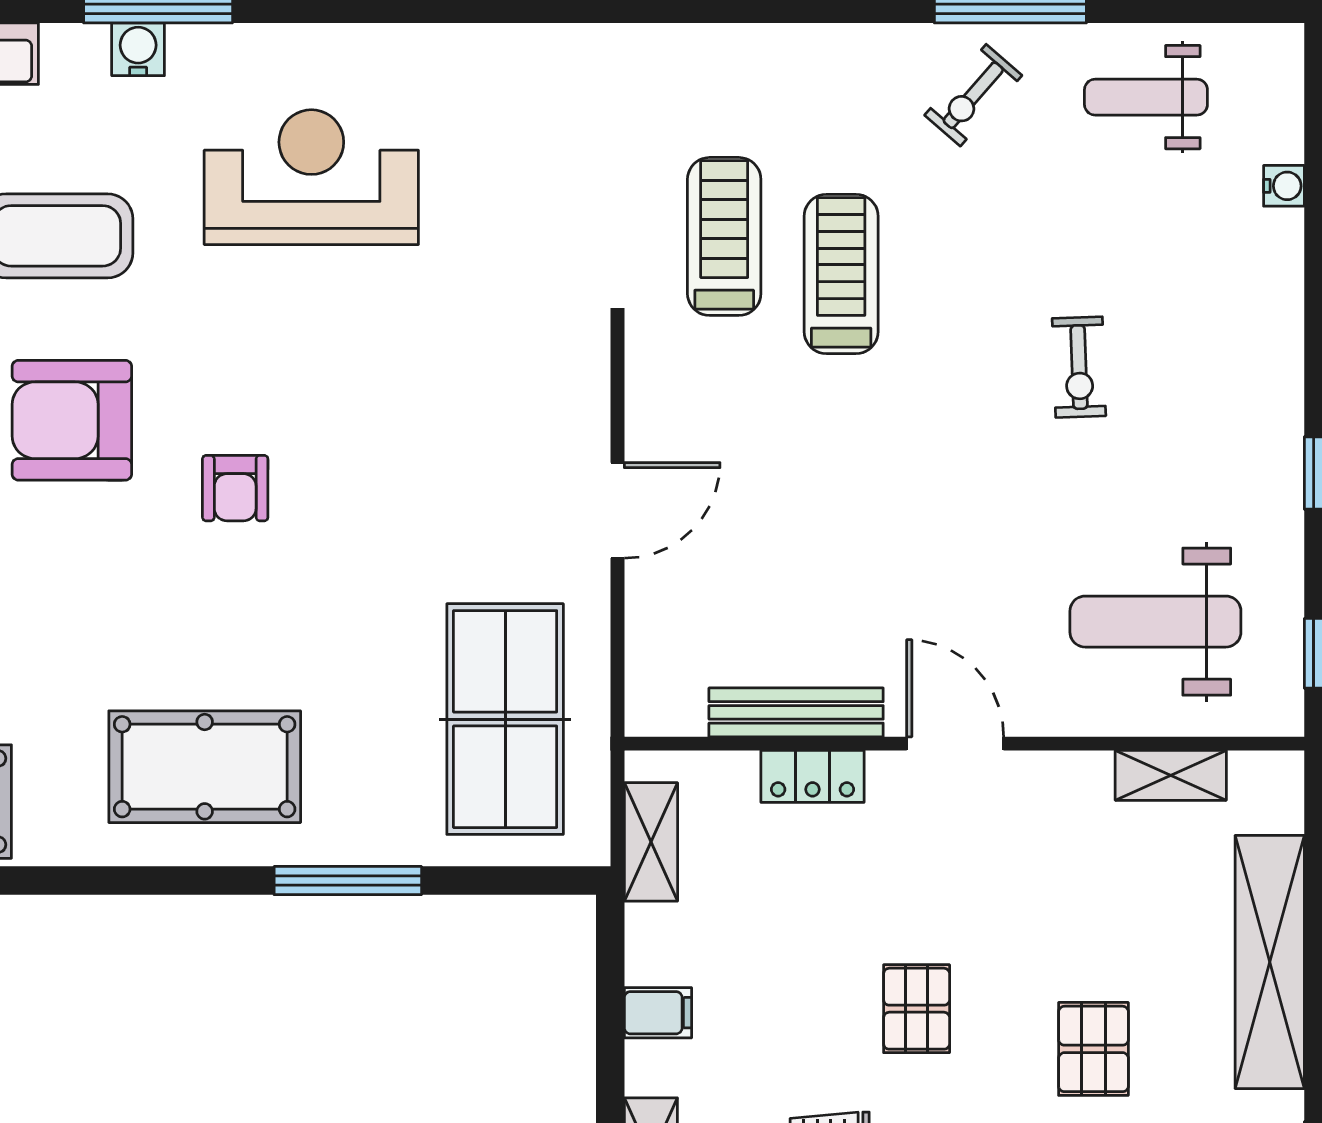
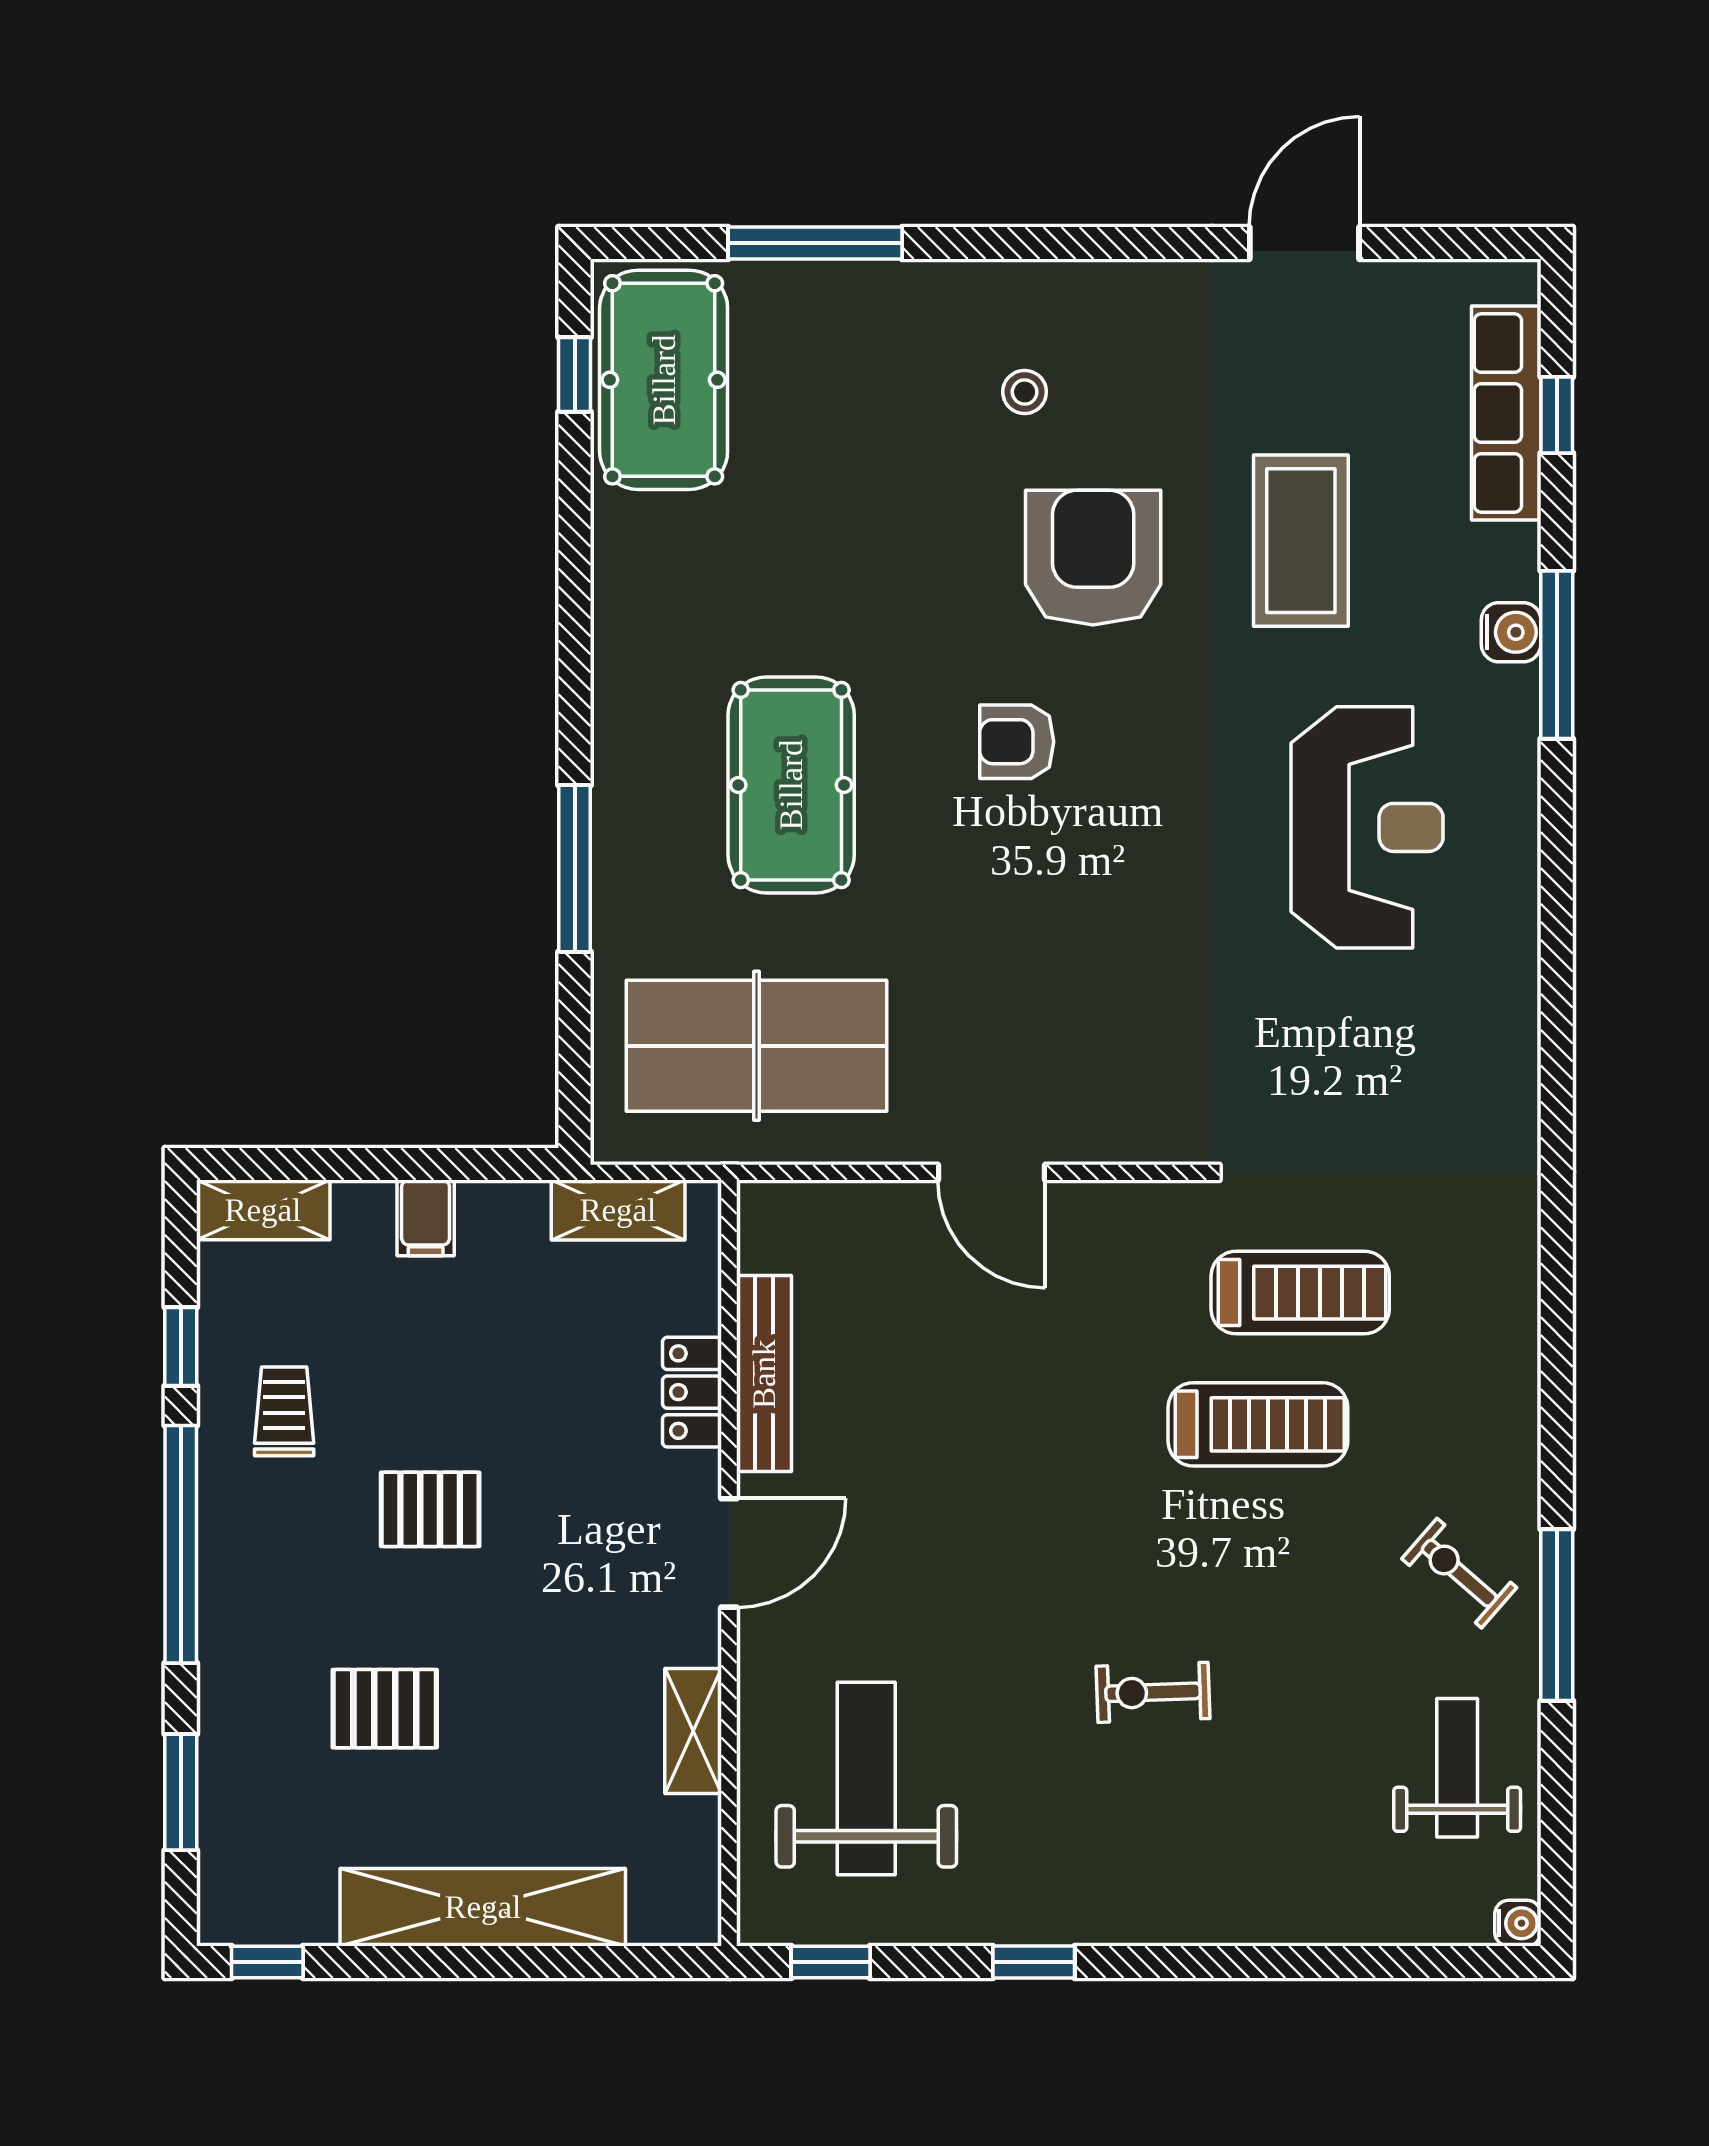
water cooler: (1284, 186) -> (1518, 1923), moved, turned -90
pool table: (205, 767) -> (791, 785), moved
shelving: (1171, 775) -> (693, 1731), moved

